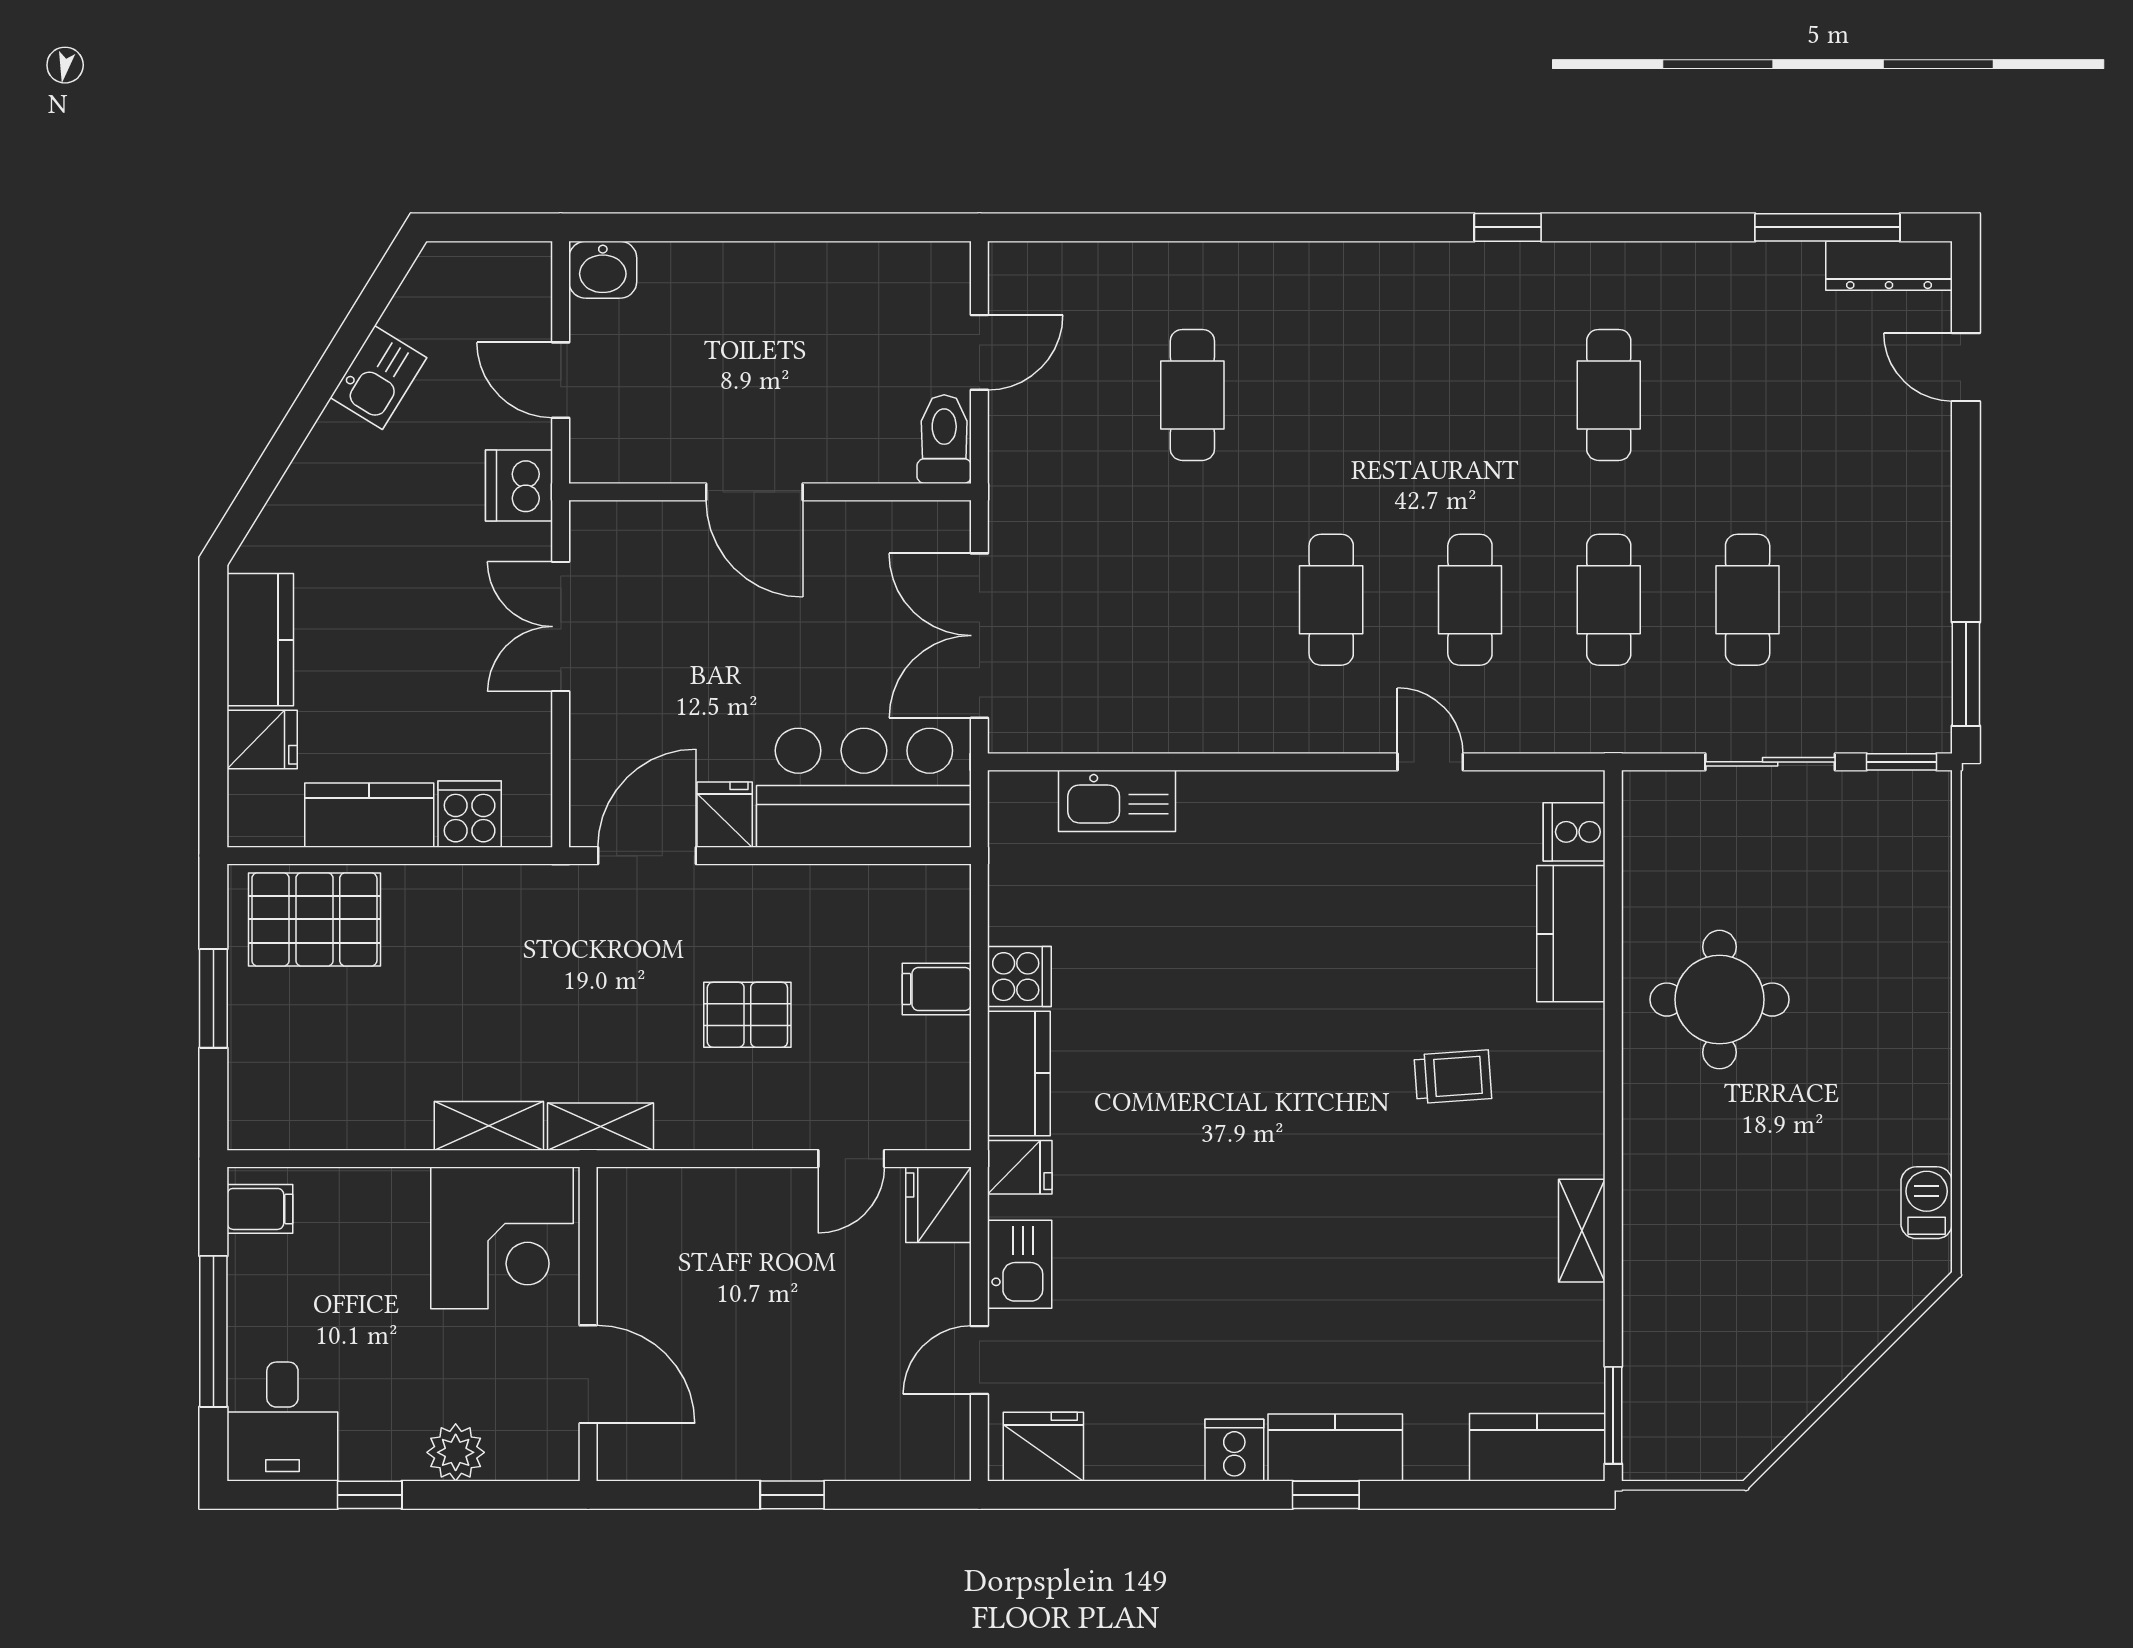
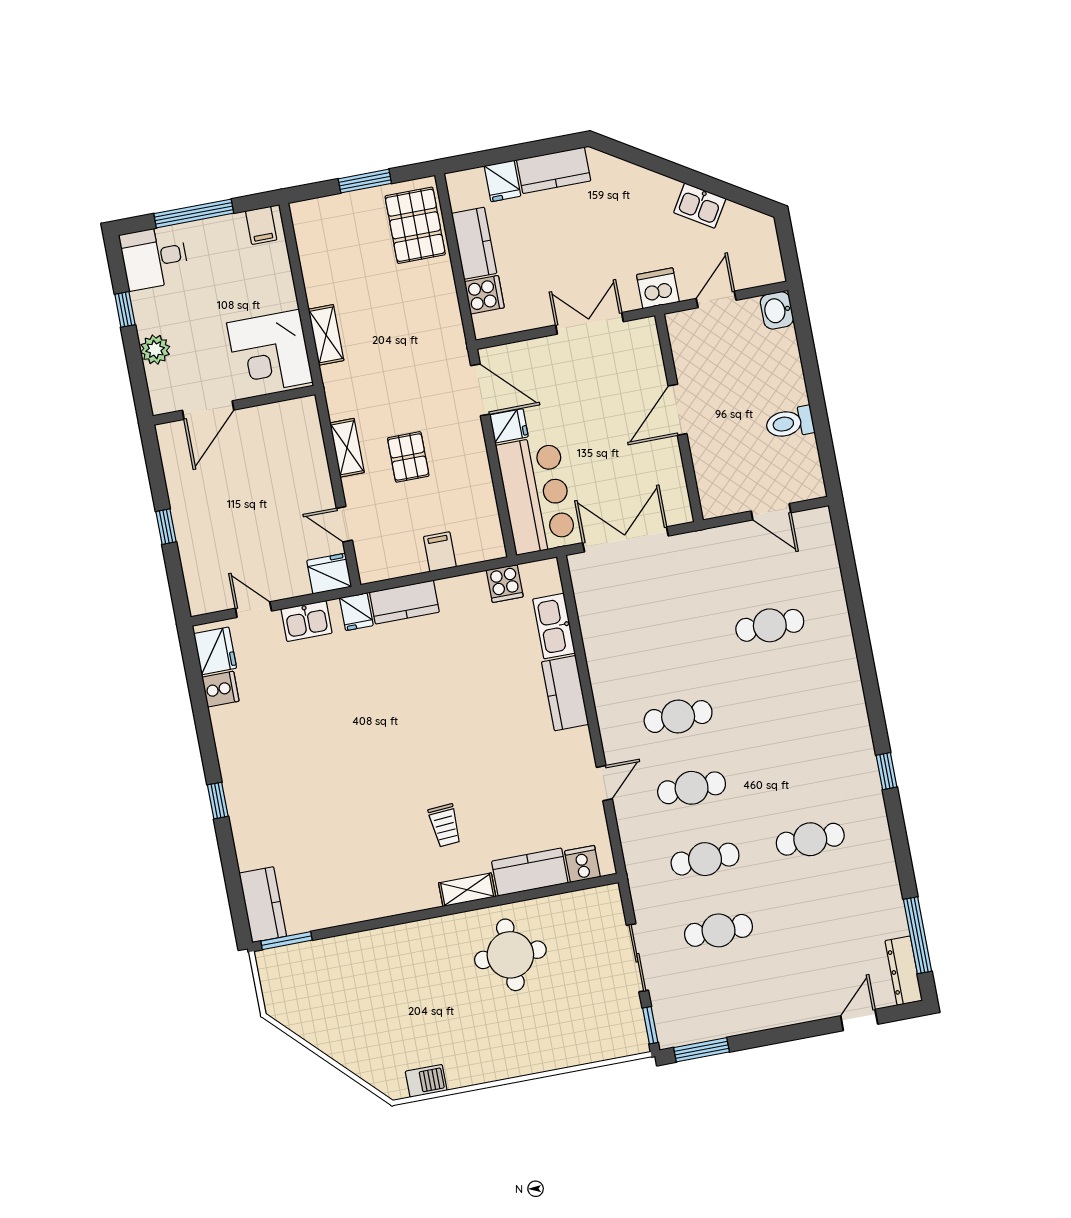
toilet: (944, 439) -> (790, 423), moved, turned 180
cooker: (1019, 977) -> (505, 583), moved
shelving: (600, 1127) -> (347, 448), moved
shelving: (1582, 1231) -> (467, 890), moved
kitchen counter: (1335, 1447) -> (565, 693), moved, turned 180
cooker: (1234, 1450) -> (220, 689), moved

